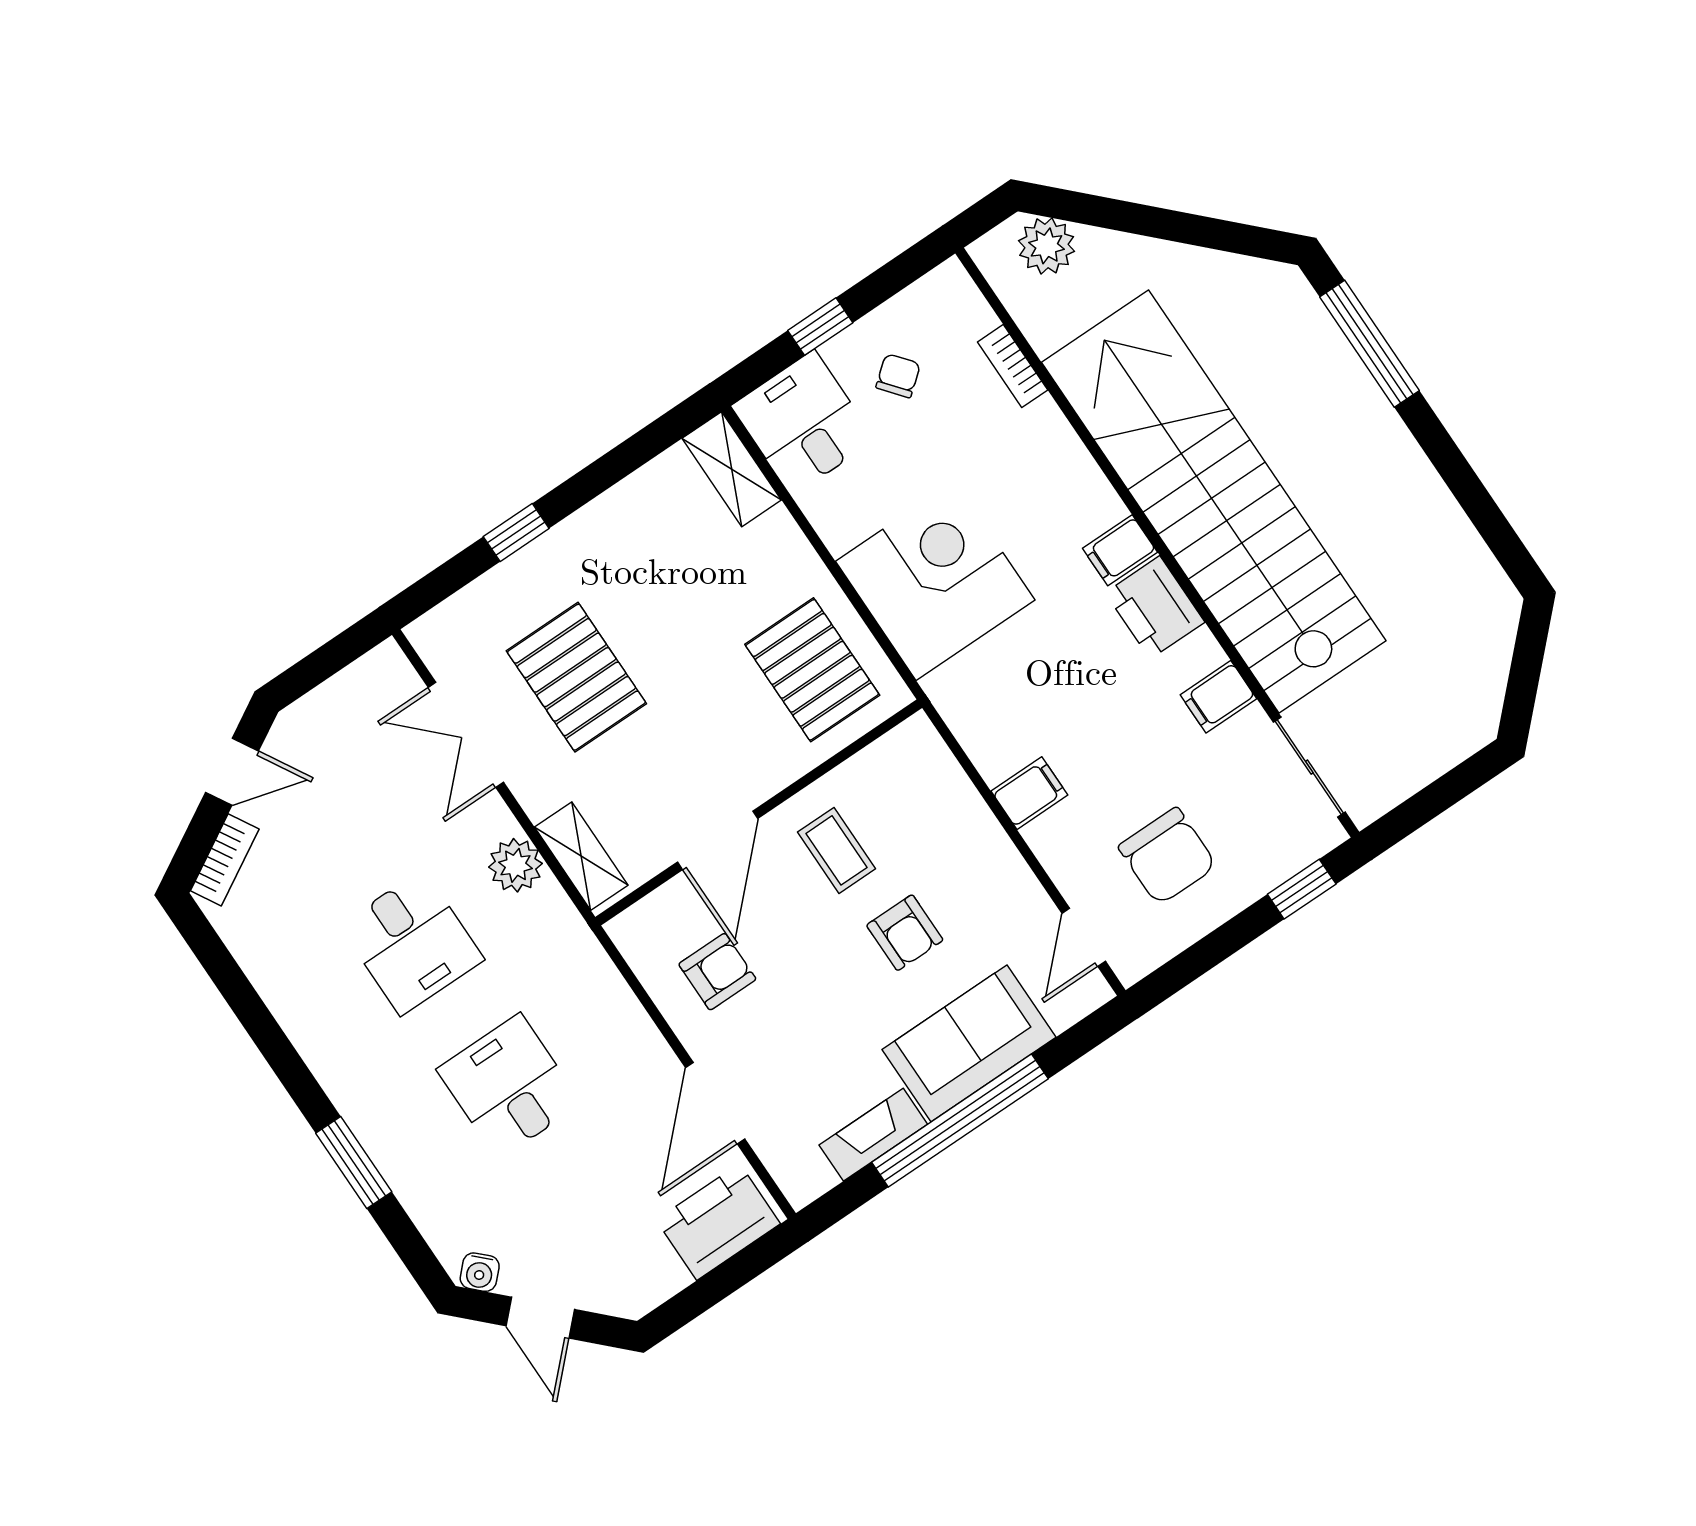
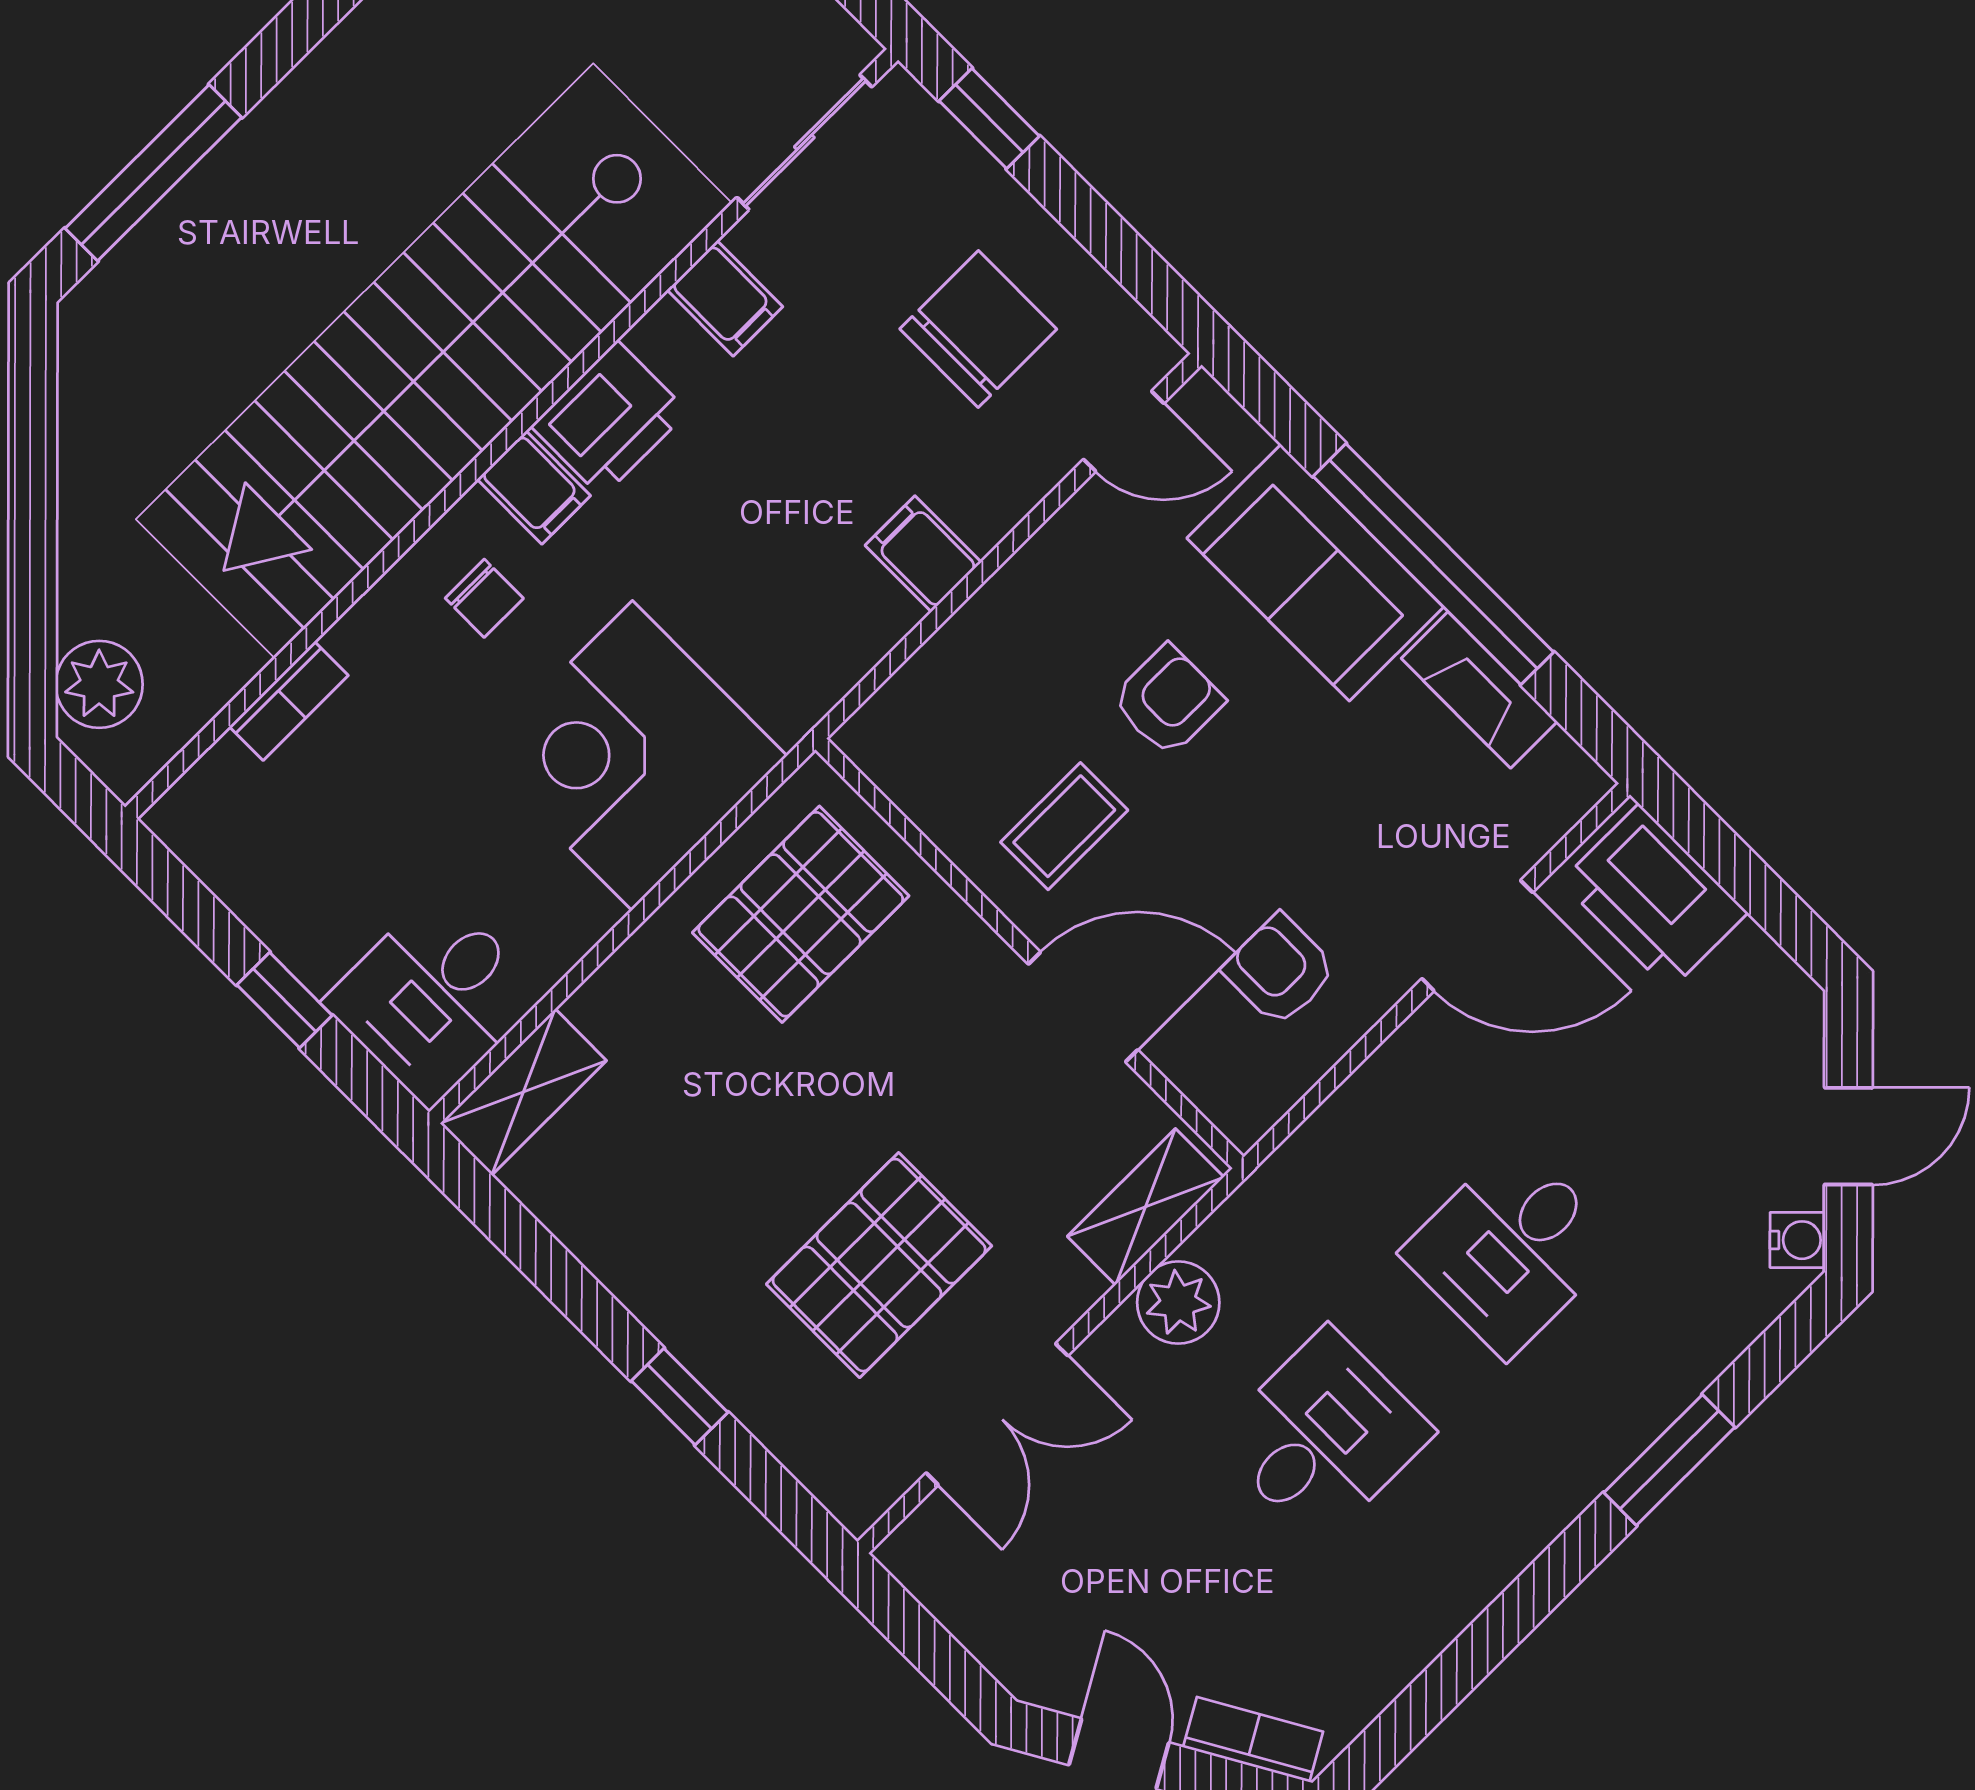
chair: (898, 376) -> (484, 598), moved, turned -141

